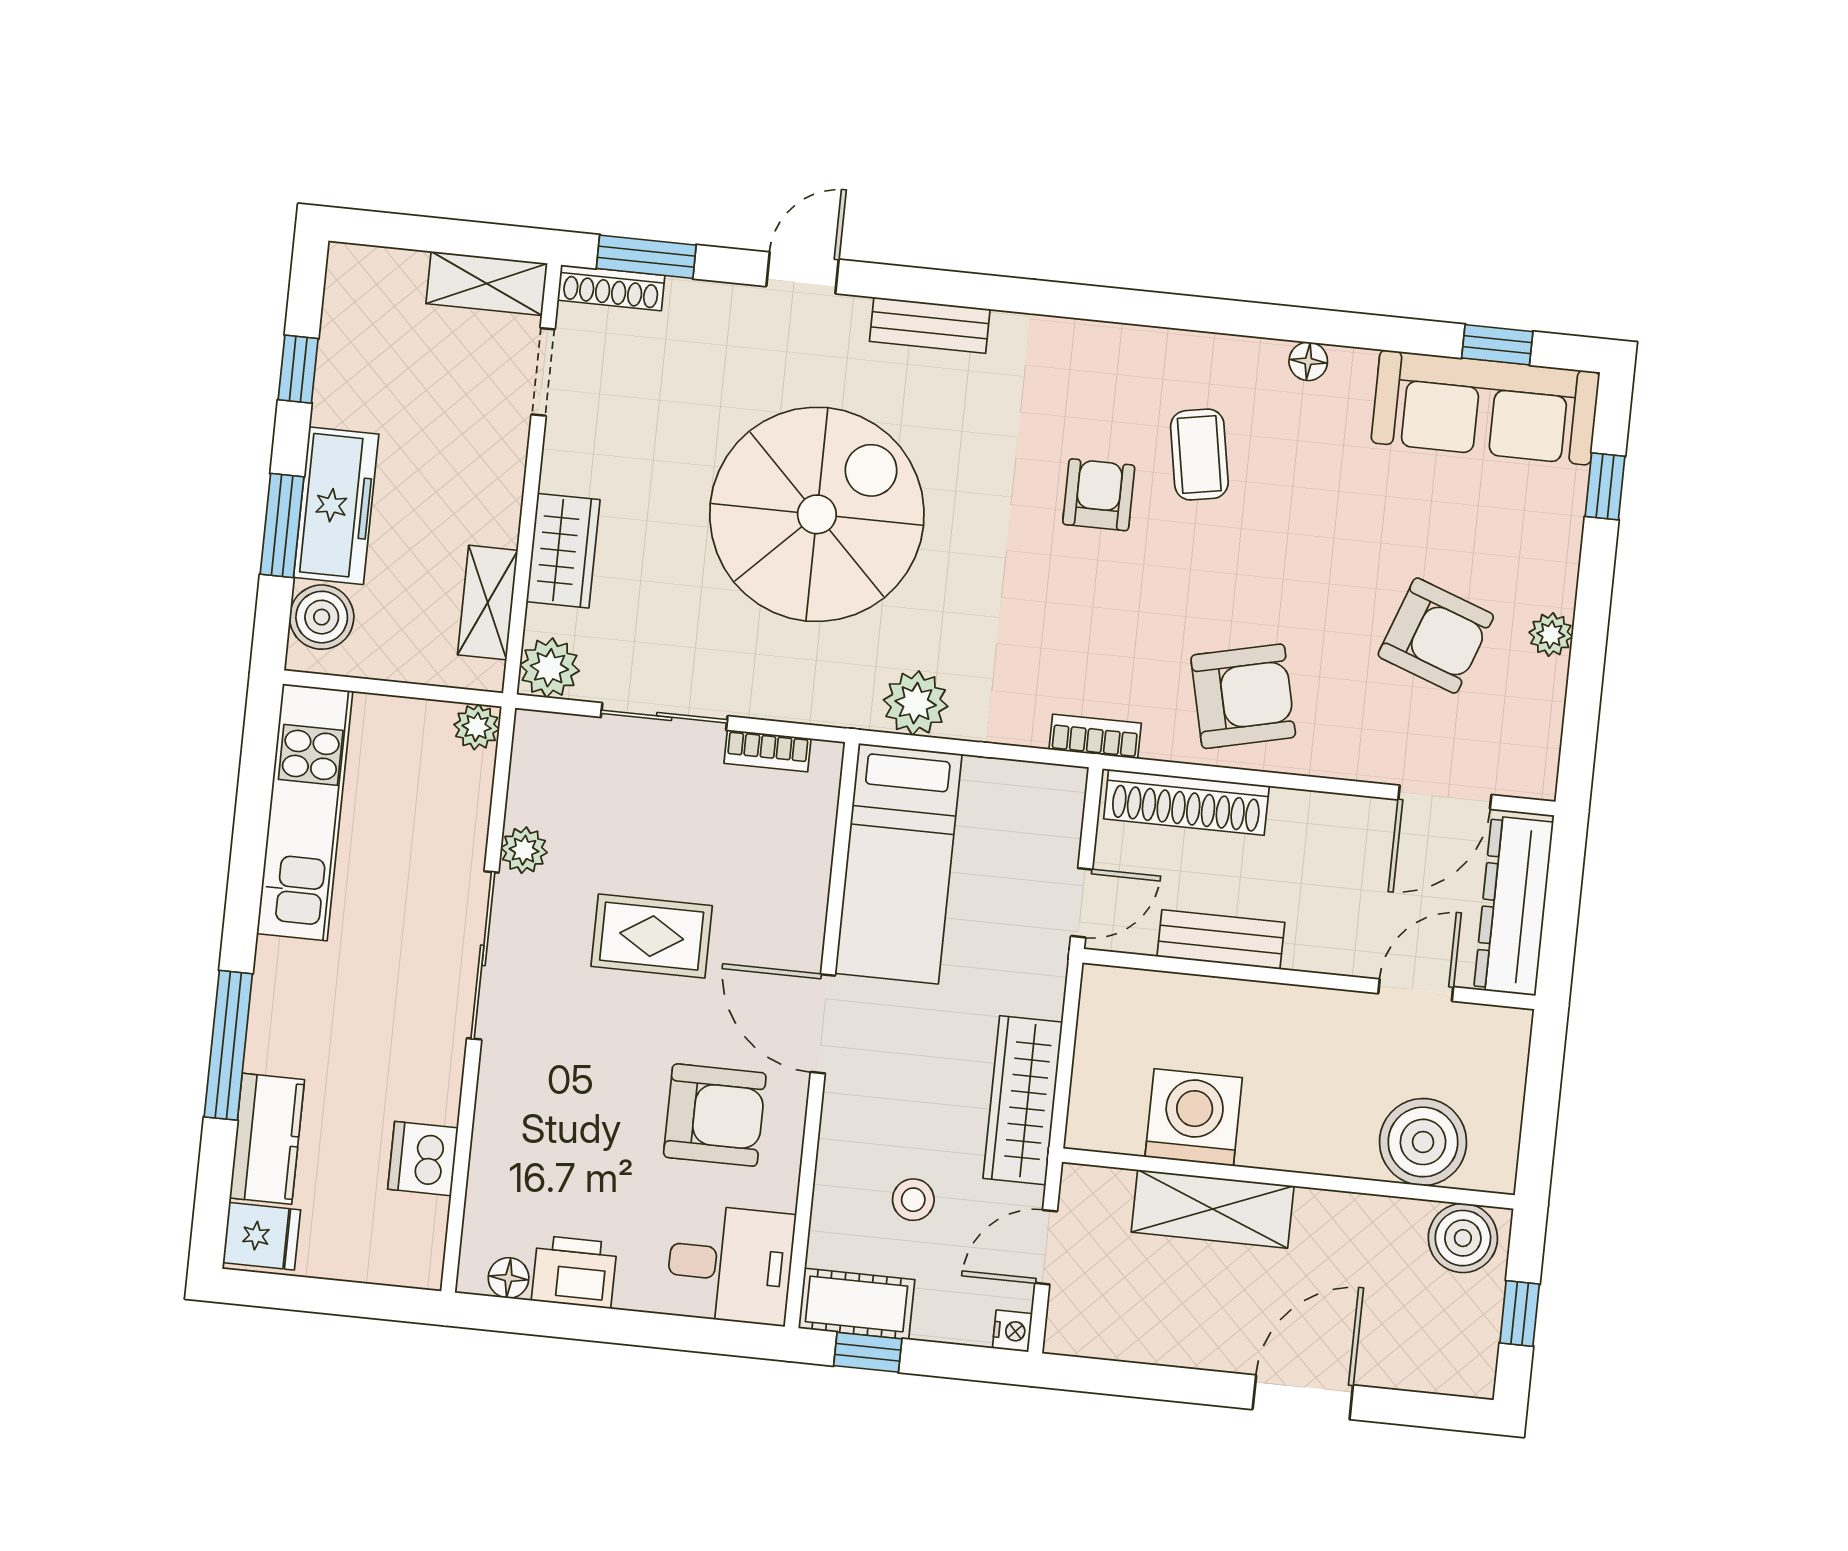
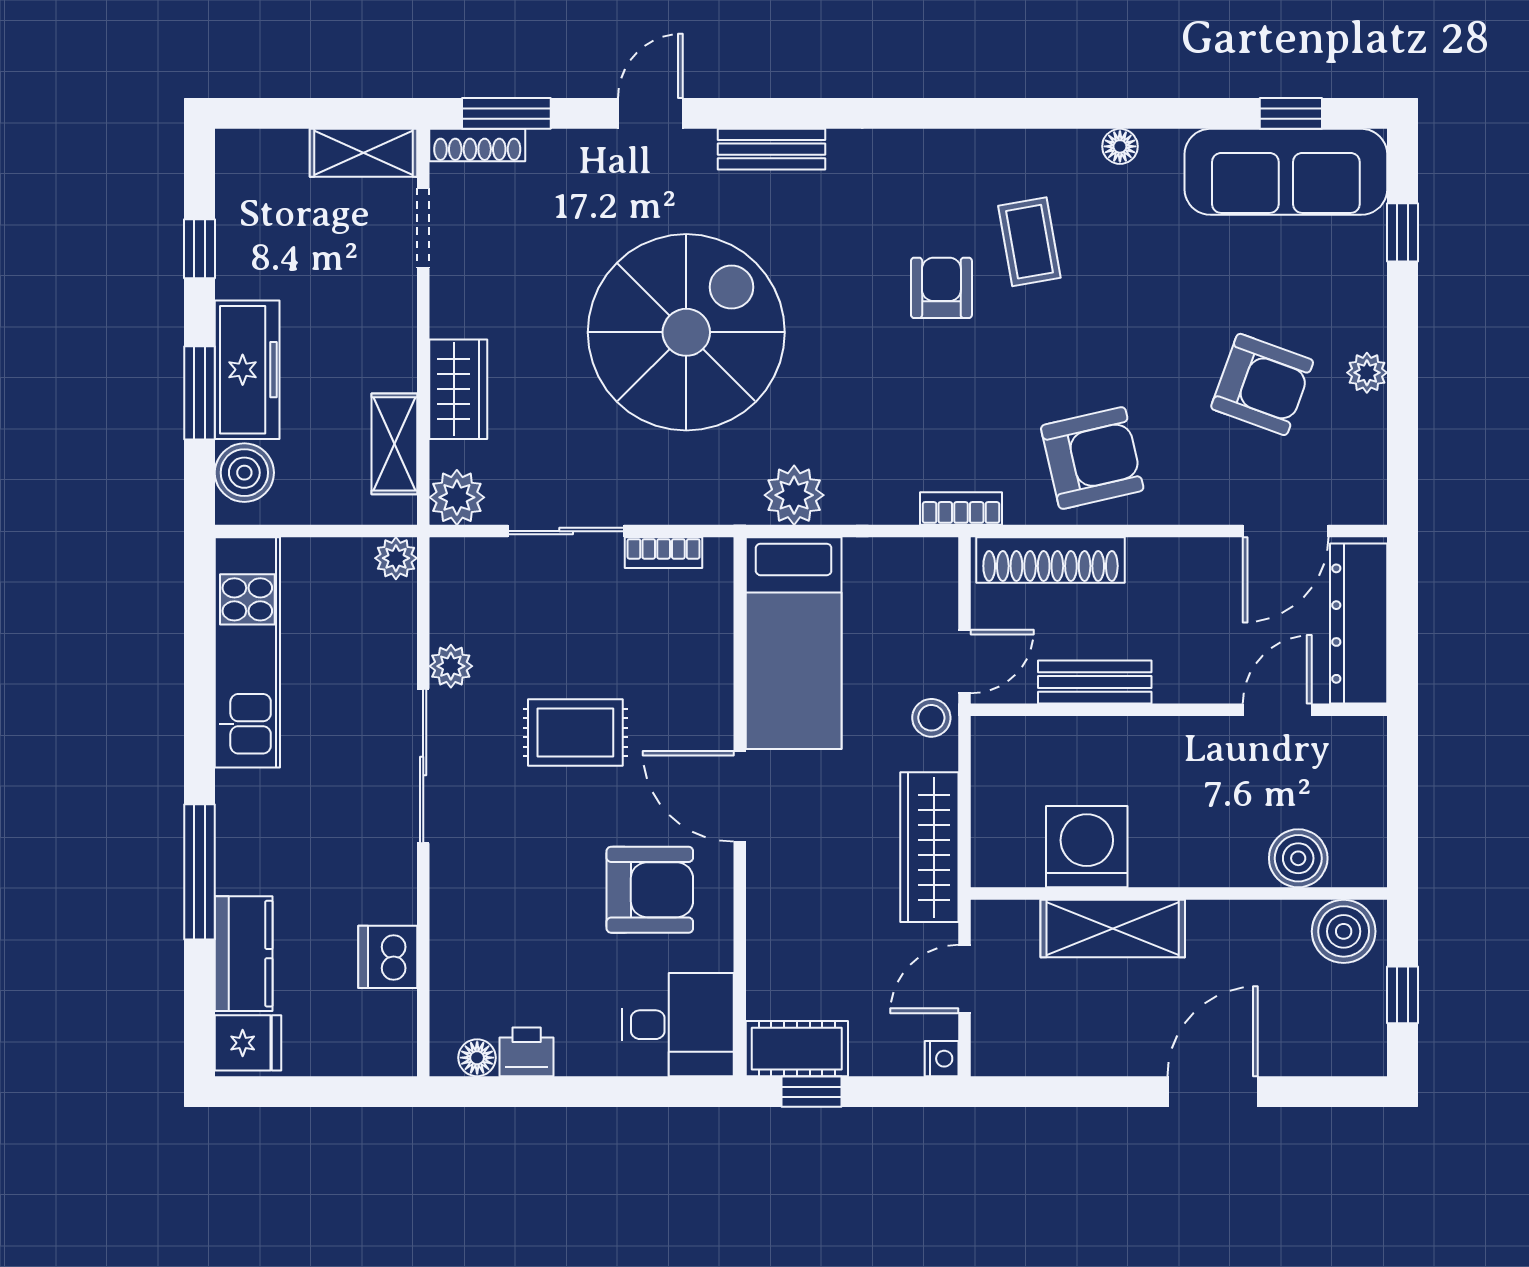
boiler: (1423, 1142) -> (1298, 858), width x0.73, depth x0.73
stool: (913, 1200) -> (931, 718), moved
printer: (574, 1272) -> (527, 1052), width x0.73, depth x0.81

